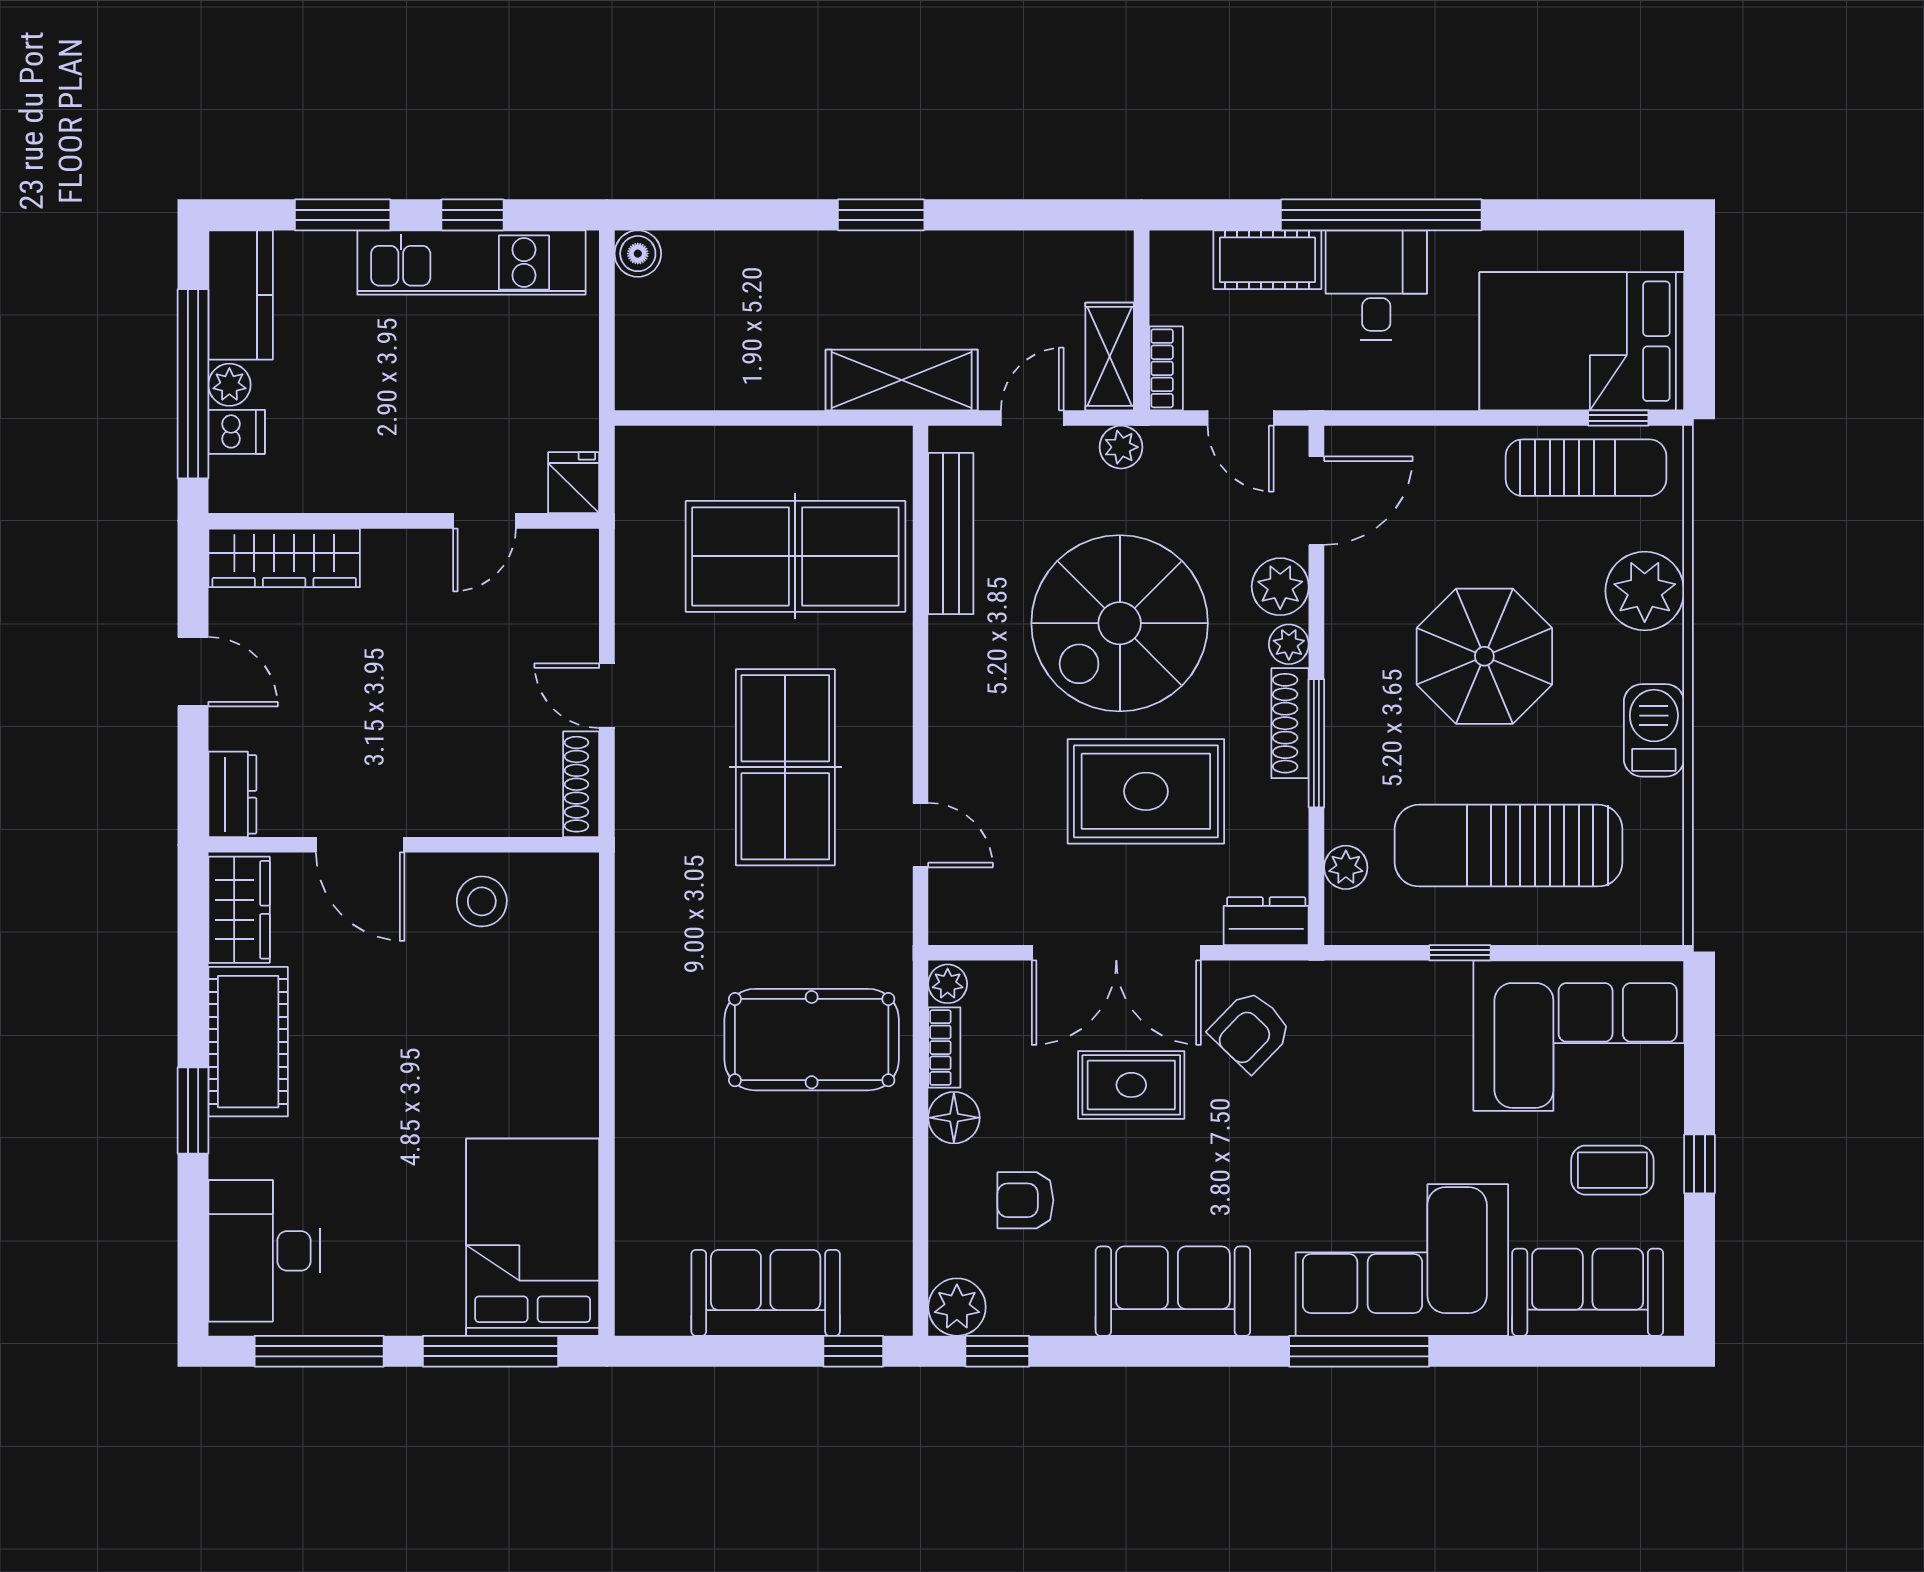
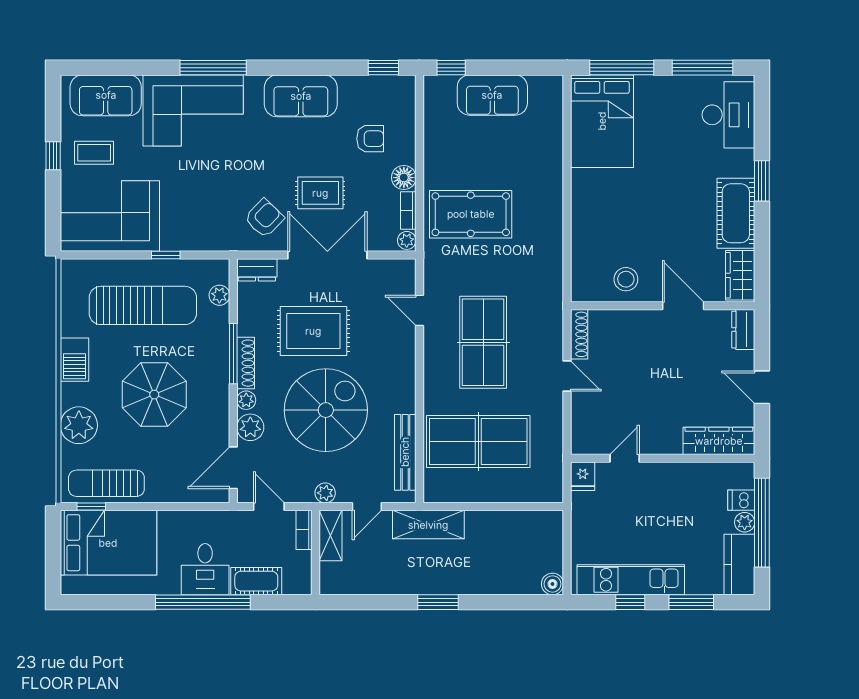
plant: (957, 1307) -> (402, 88), removed

